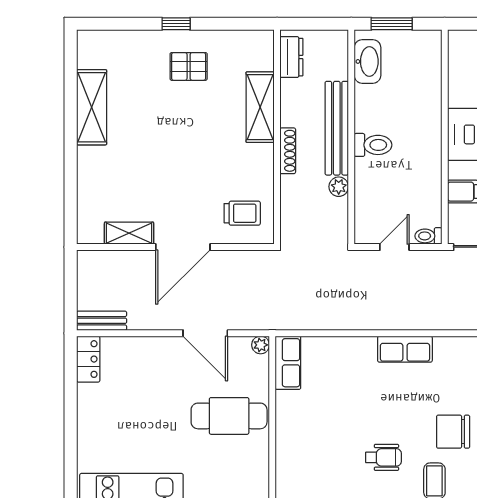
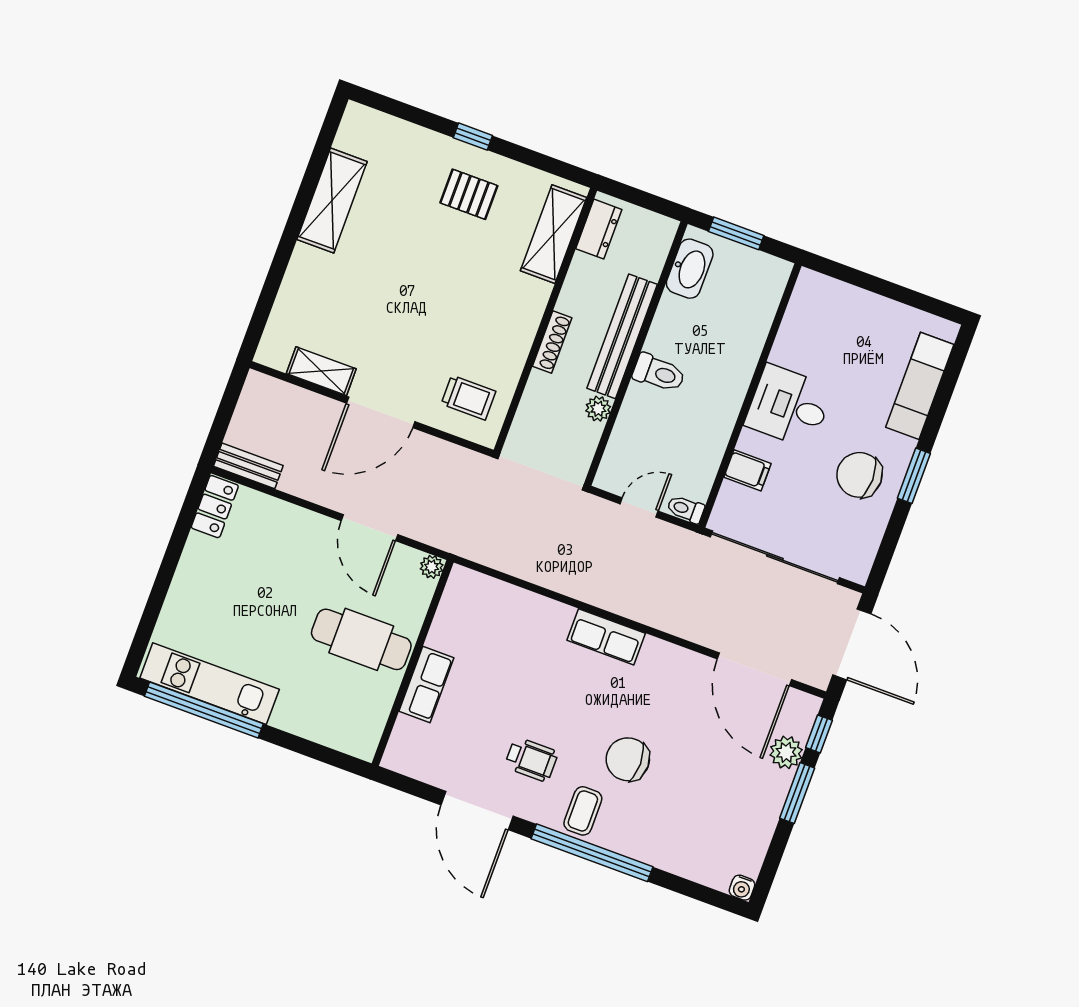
shelving: (260, 107) -> (553, 234), moved
row of seats: (288, 363) -> (426, 684), moved

